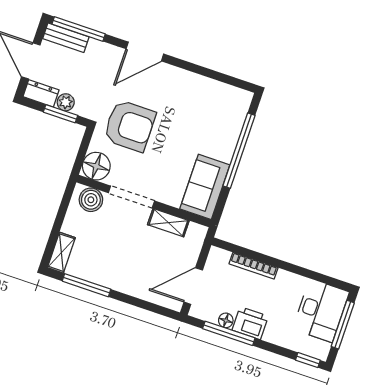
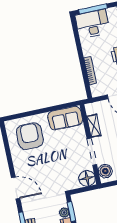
armchair: (130, 126) -> (30, 136), moved
window: (239, 151) -> (37, 112), removed

